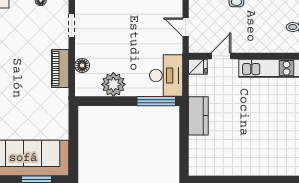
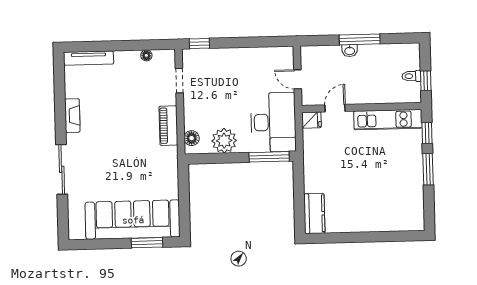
floor lamp: (82, 65) -> (192, 138), moved
desk: (166, 76) -> (273, 122), width x1.36, depth x1.30
kitchen counter: (198, 116) -> (314, 213), moved

